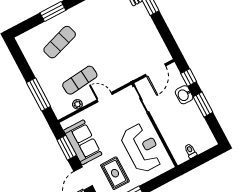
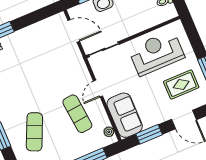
exercise mat: (60, 42) -> (34, 132), turned 42
plant: (77, 104) -> (109, 132), moved
sofa: (83, 142) -> (125, 115), moved, turned 90

